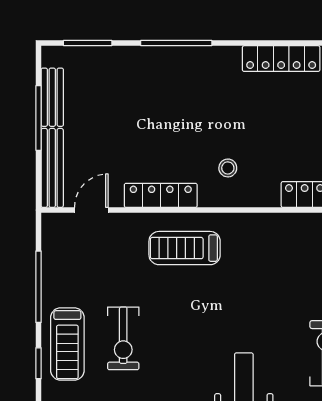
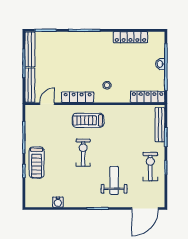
bench: (52, 97) -> (30, 49), width x1.36
exercise bike: (123, 338) -> (83, 153), moved, turned 180

